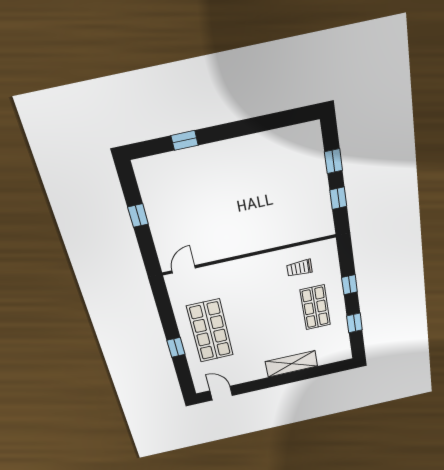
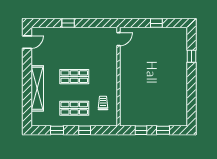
door: (184, 269) -> (119, 39), hinge flipped
shop shelf: (210, 331) -> (74, 77), moved, width x0.70, depth x0.74
shelving: (291, 364) -> (37, 88), width x1.47

